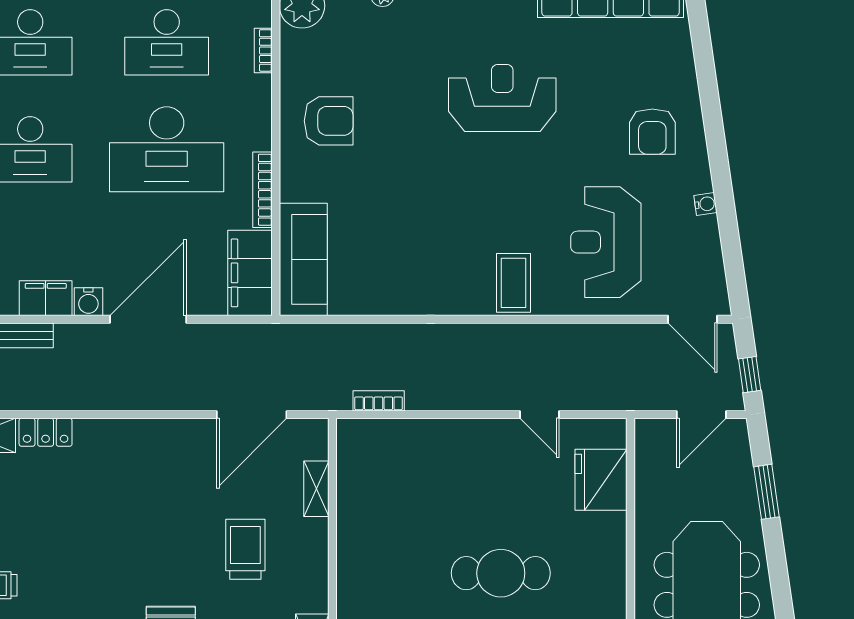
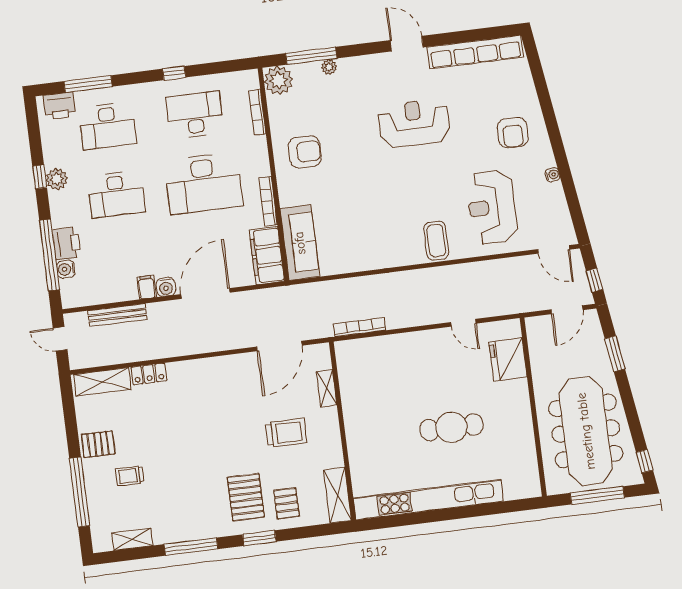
desk: (167, 42) -> (195, 115), turned 180
bookcase: (263, 50) -> (257, 112), width x1.56
filing cabinet: (46, 298) -> (147, 287), width x0.50
bookcase: (379, 401) -> (359, 327), width x1.56
trolley: (245, 549) -> (286, 433), turned 90

